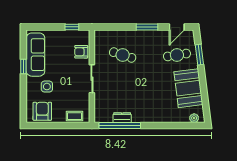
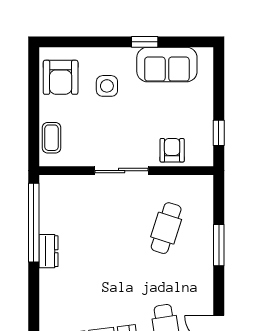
window: (147, 27) -> (219, 245), moved
sofa: (35, 55) -> (167, 65), width x0.73
armchair: (42, 111) -> (61, 77), turned 90
dresser: (122, 118) -> (49, 251), moved

